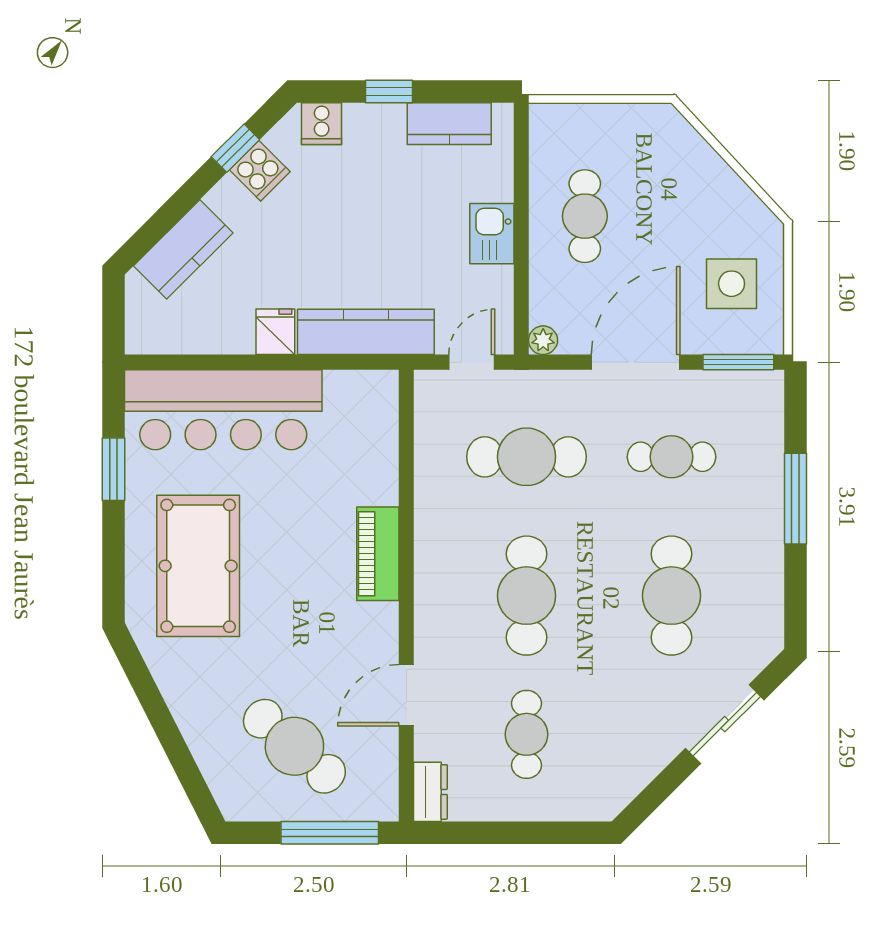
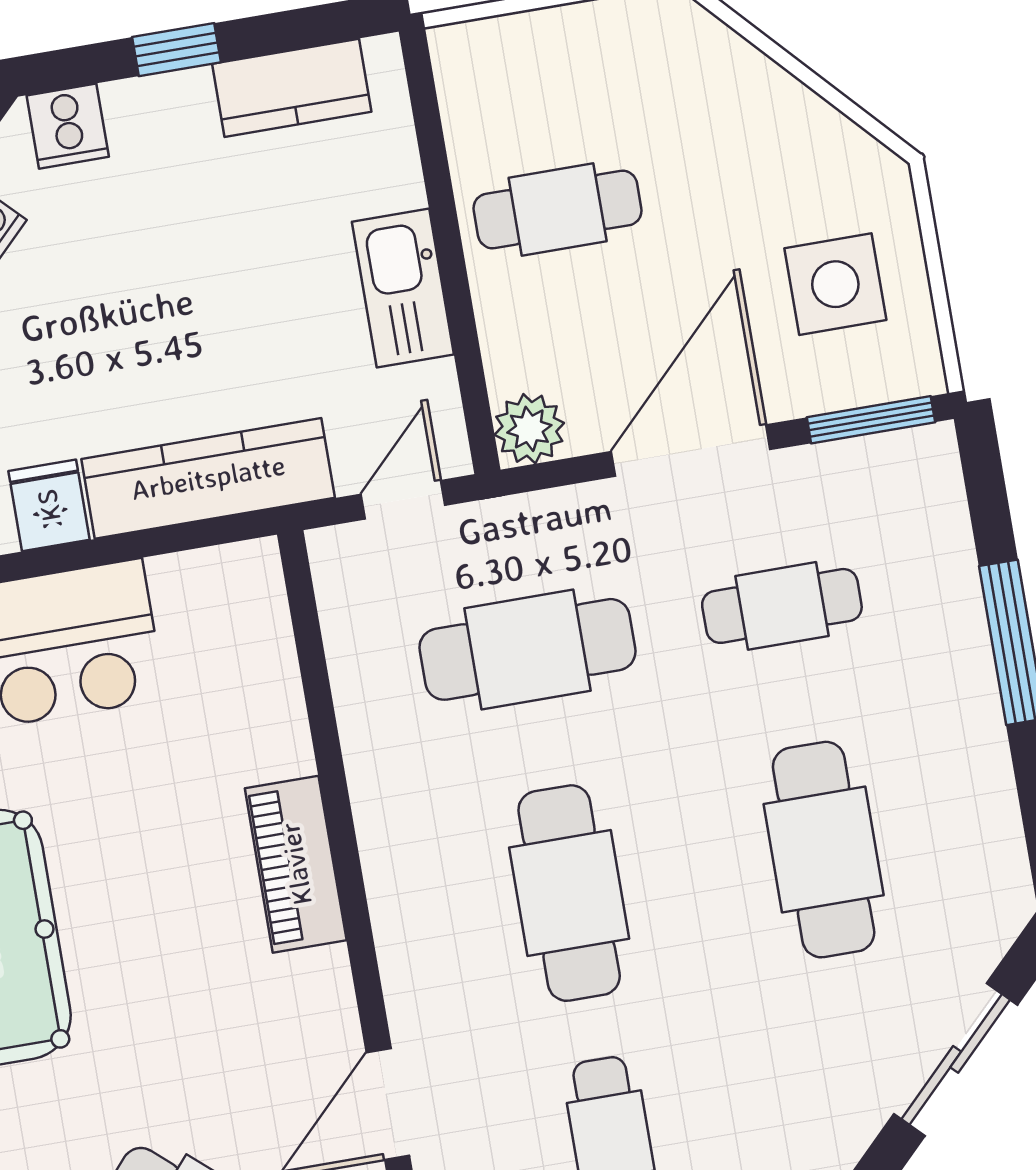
cafe table: (585, 216) -> (558, 210), turned 90
kitchen sink: (492, 234) -> (403, 288), width x1.38
plant: (543, 340) -> (529, 429), width x1.38, depth x1.38

